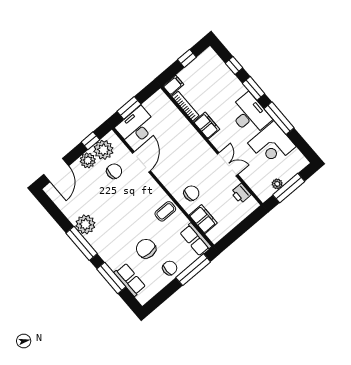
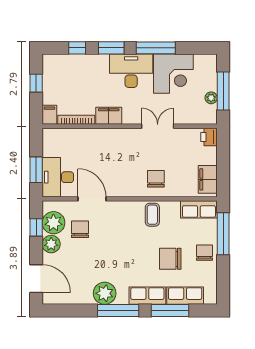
printer: (241, 193) -> (209, 137), moved, turned 90
filing cabinet: (203, 219) -> (208, 179), moved, turned -90
row of seats: (108, 254) -> (147, 296), added

